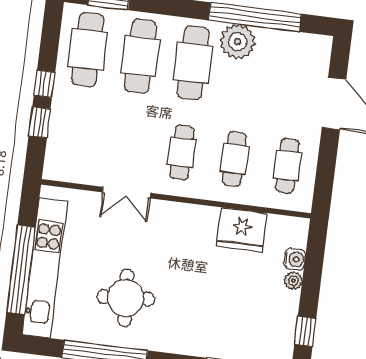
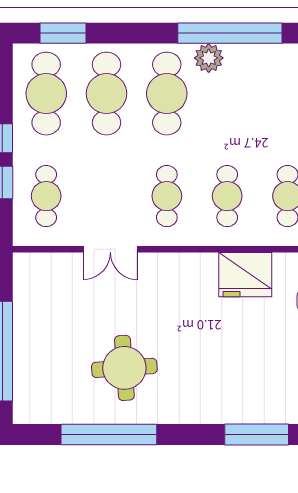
plant: (238, 42) -> (209, 58), width x0.73, depth x0.73
cafe table: (76, 139) -> (46, 196), added
kitchen unit: (45, 268) -> (29, 346), removed

